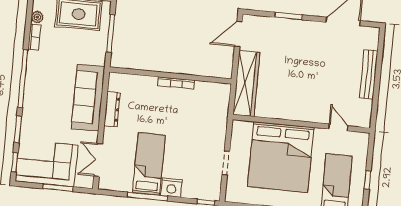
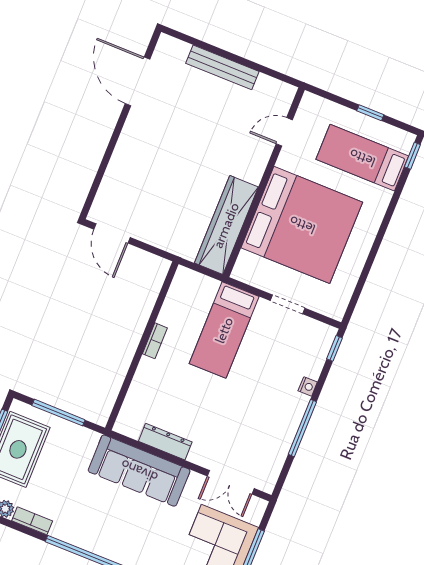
window: (289, 16) -> (108, 156), removed
bookcase: (176, 83) -> (155, 341), width x0.64
wardrobe: (246, 84) -> (226, 225), moved, turned -90
bed: (149, 164) -> (224, 330), moved, turned -90
nightstand: (172, 188) -> (308, 386), width x0.53, depth x0.56

